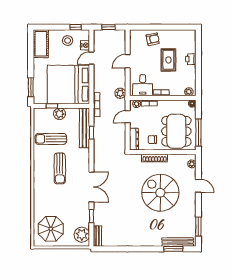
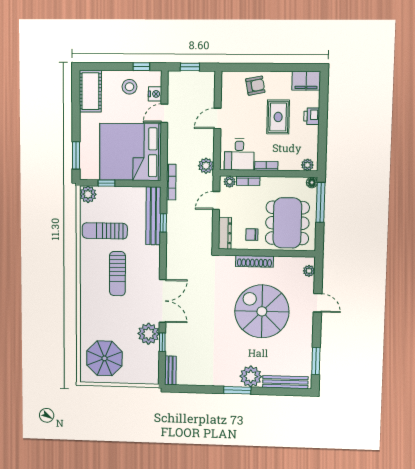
filing cabinet: (187, 36) -> (306, 81), added
plant: (60, 114) -> (88, 194), moved
window: (198, 133) -> (320, 202), moved
plant: (82, 235) -> (149, 334), moved
plant: (154, 239) -> (251, 376), added
window: (173, 249) -> (237, 390), moved

